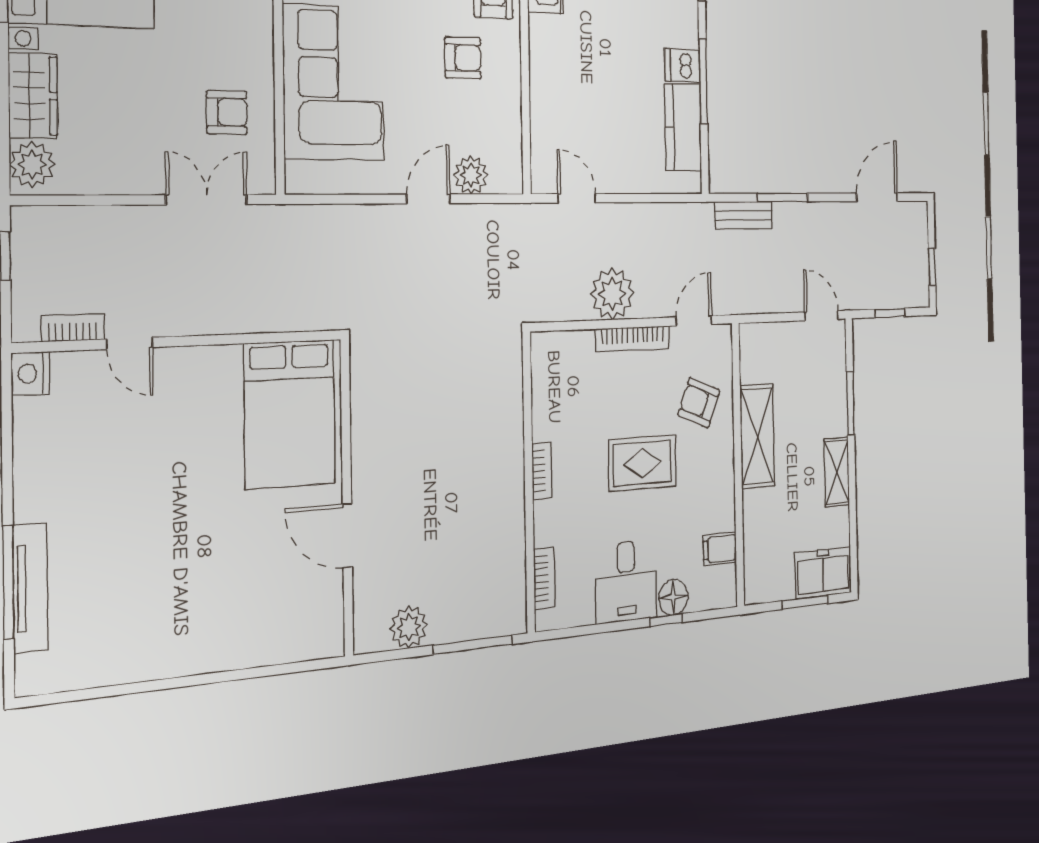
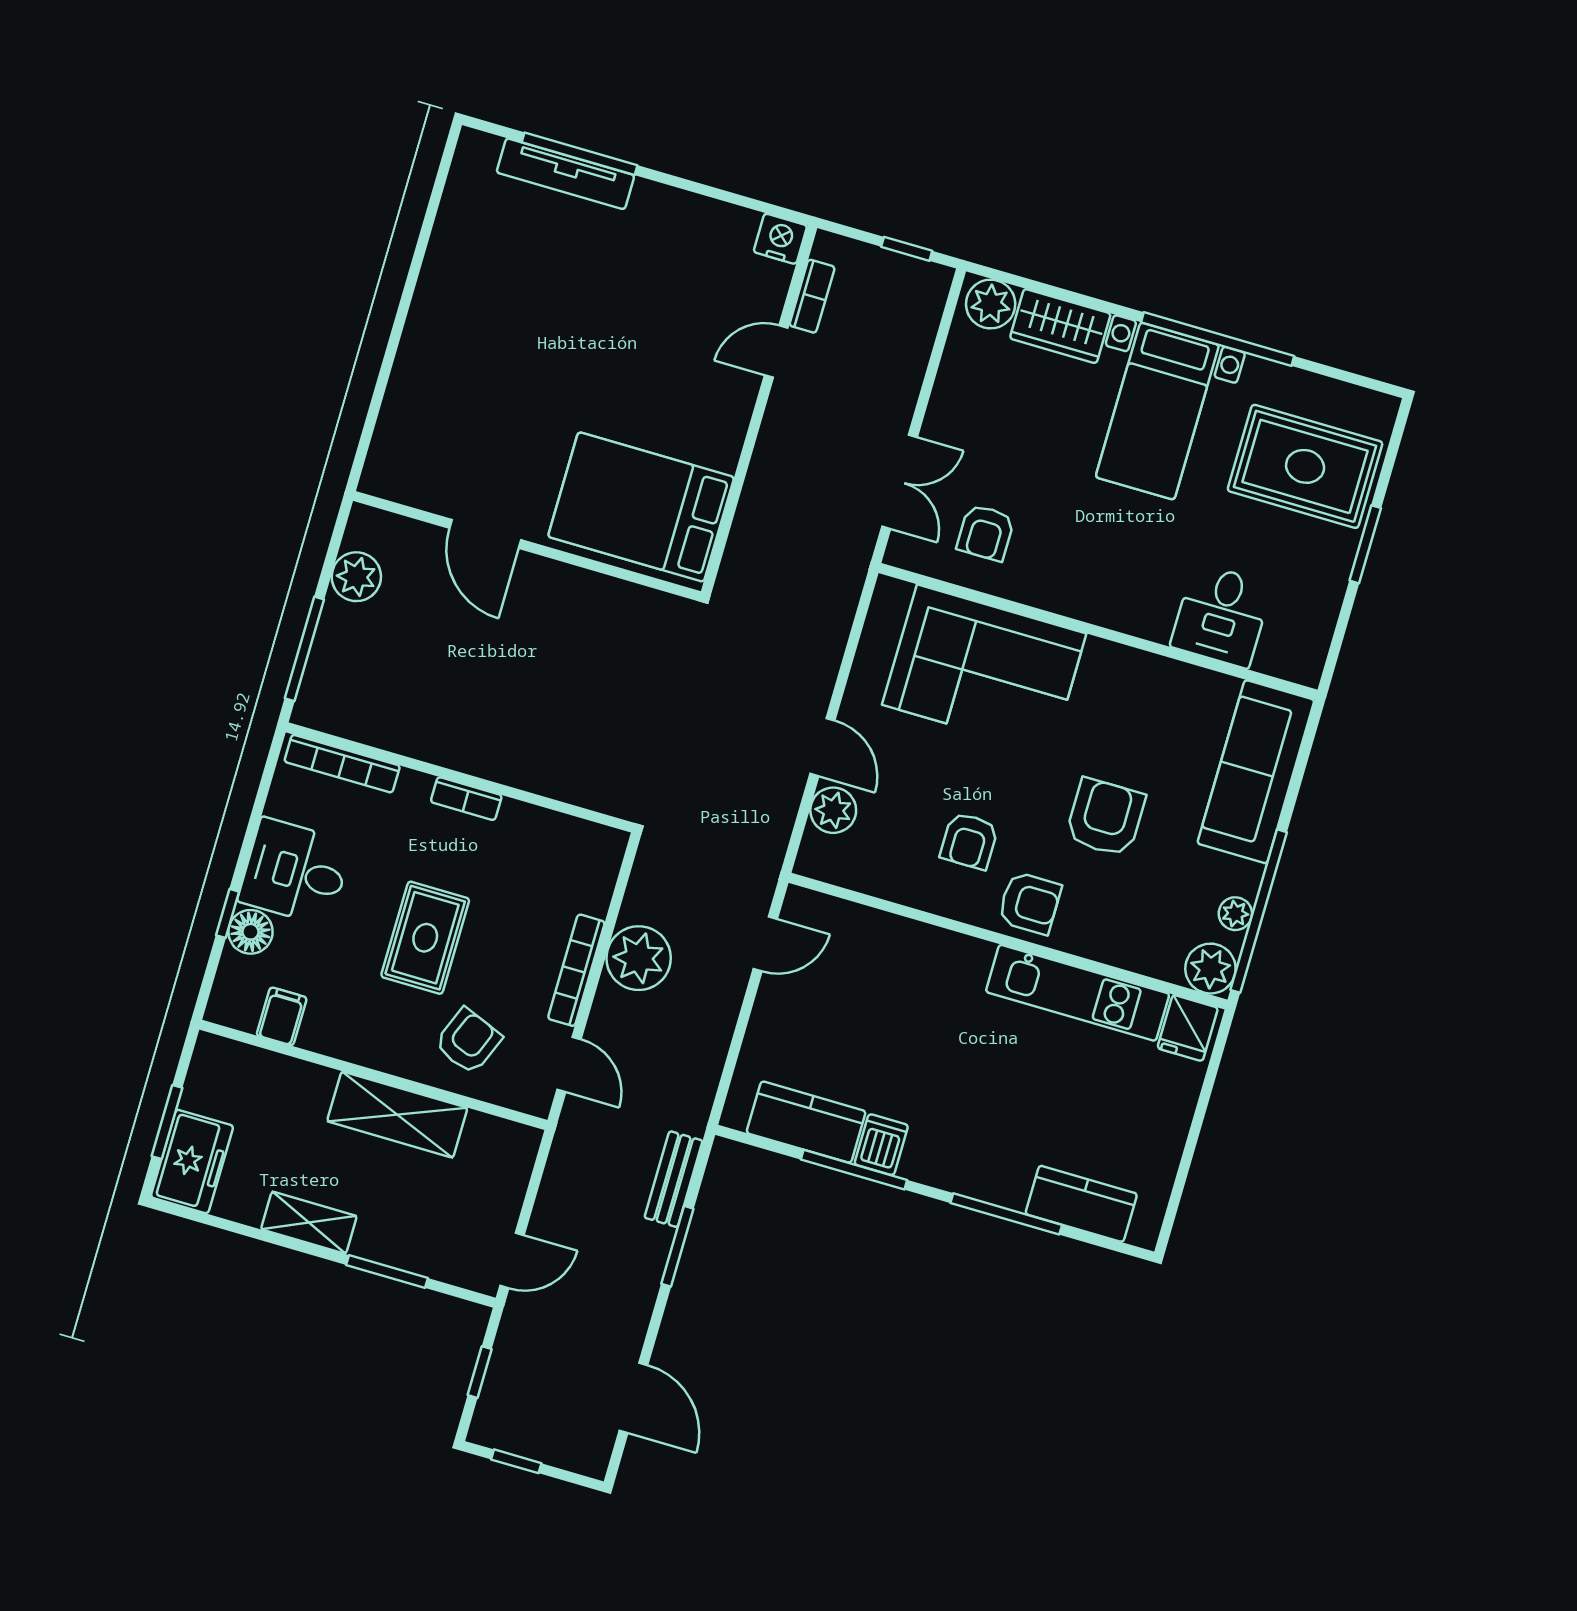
door: (347, 536) -> (485, 534), swing flipped
bookcase: (544, 578) -> (342, 764), width x1.56

